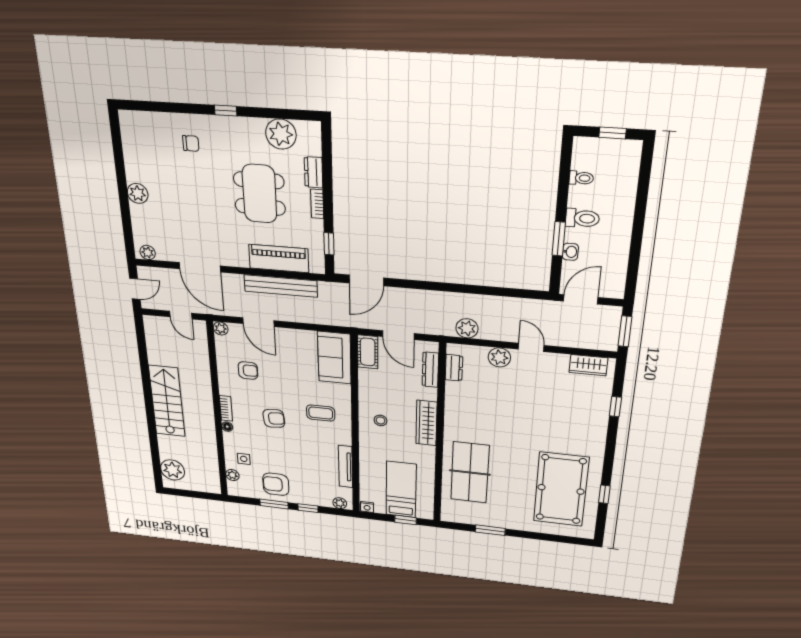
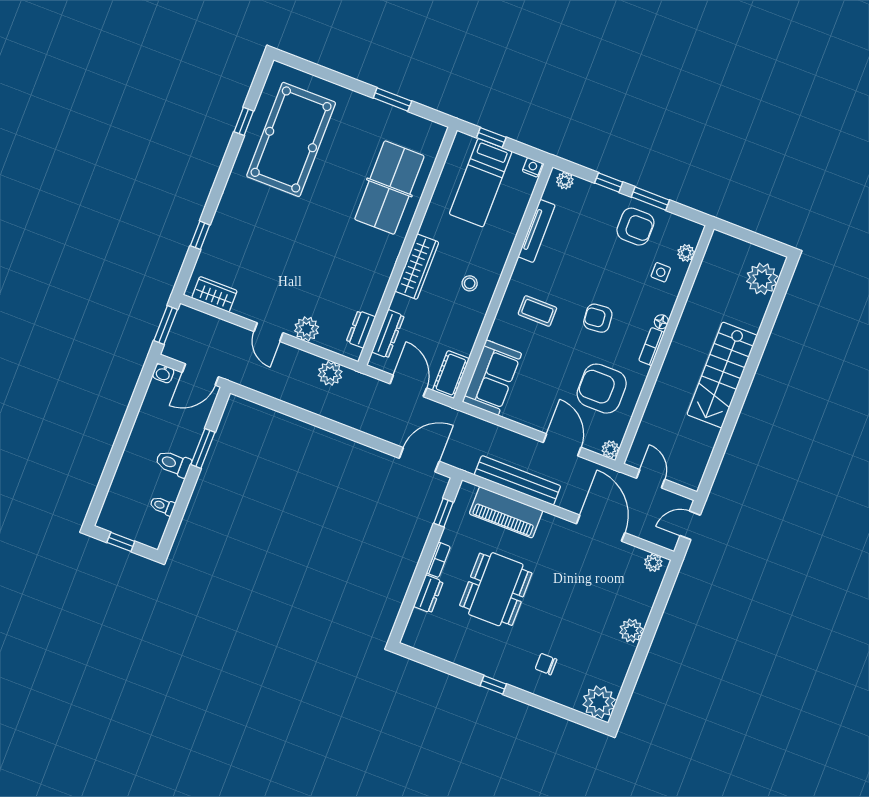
plant: (281, 134) -> (599, 702), moved
washbasin: (570, 252) -> (163, 373), moved, turned -90
armchair: (248, 370) -> (602, 389), width x1.88, depth x1.88

